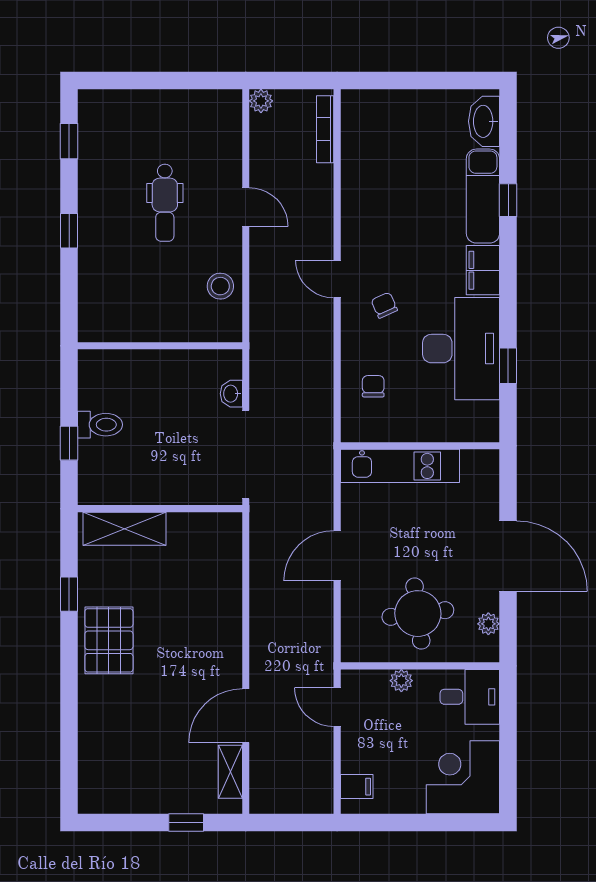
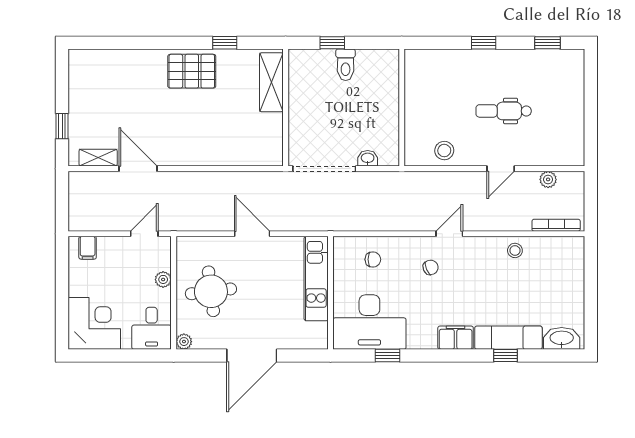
plant: (261, 101) -> (548, 179), moved
stool: (361, 187) -> (515, 250), added
desk: (461, 349) -> (369, 322), moved
plant: (488, 624) -> (184, 342), moved

